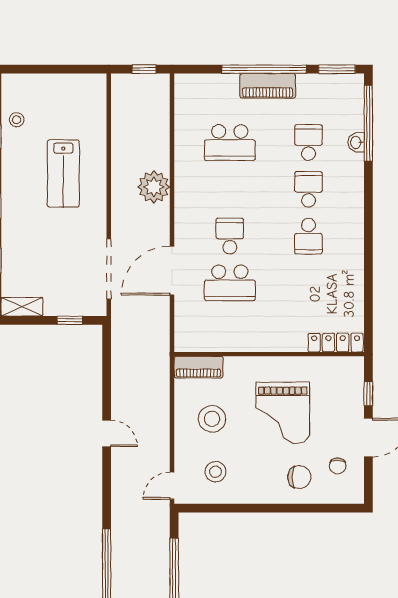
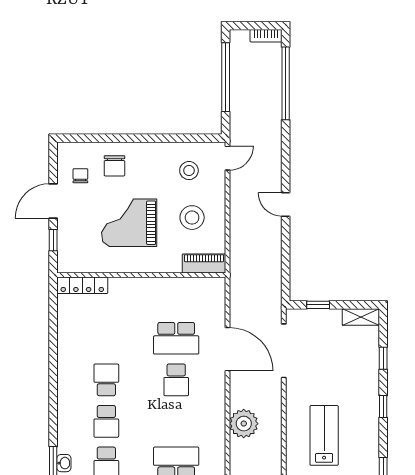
door: (172, 271) -> (228, 349), hinge flipped
school desk: (230, 283) -> (176, 338), turned 180
grand piano: (283, 413) -> (129, 223), turned -90
chair: (299, 477) -> (114, 166), turned -90

